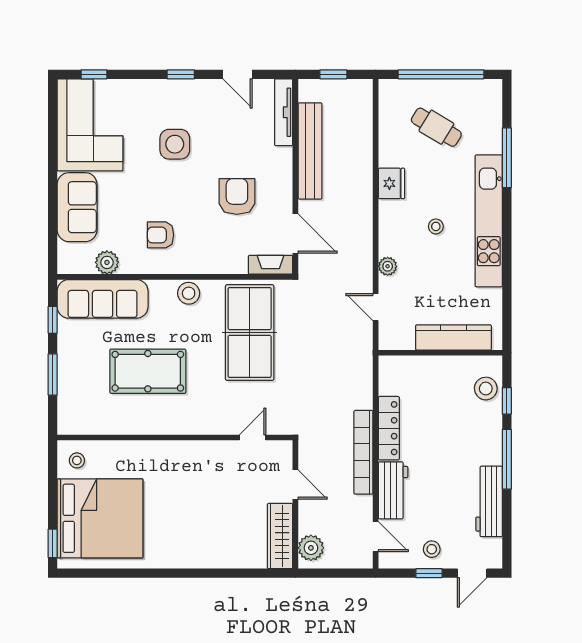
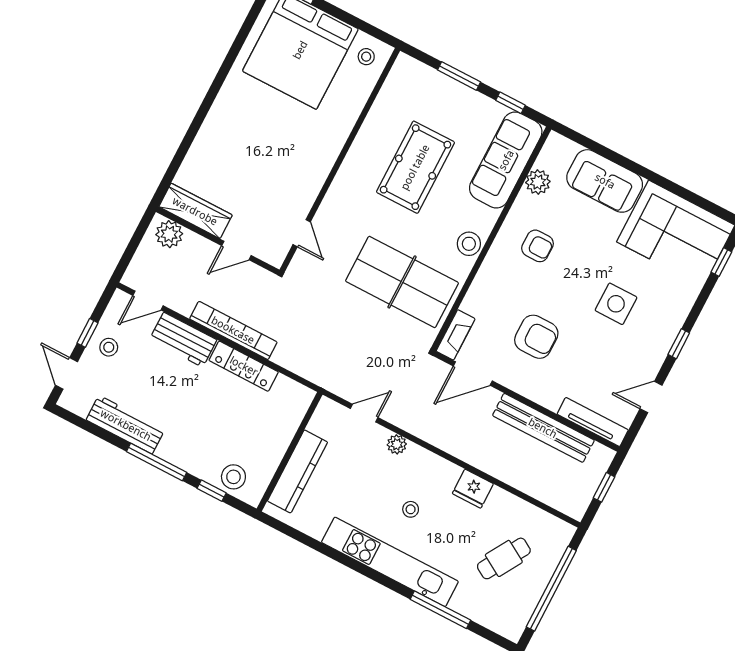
armchair: (161, 235) -> (538, 246), turned 90

